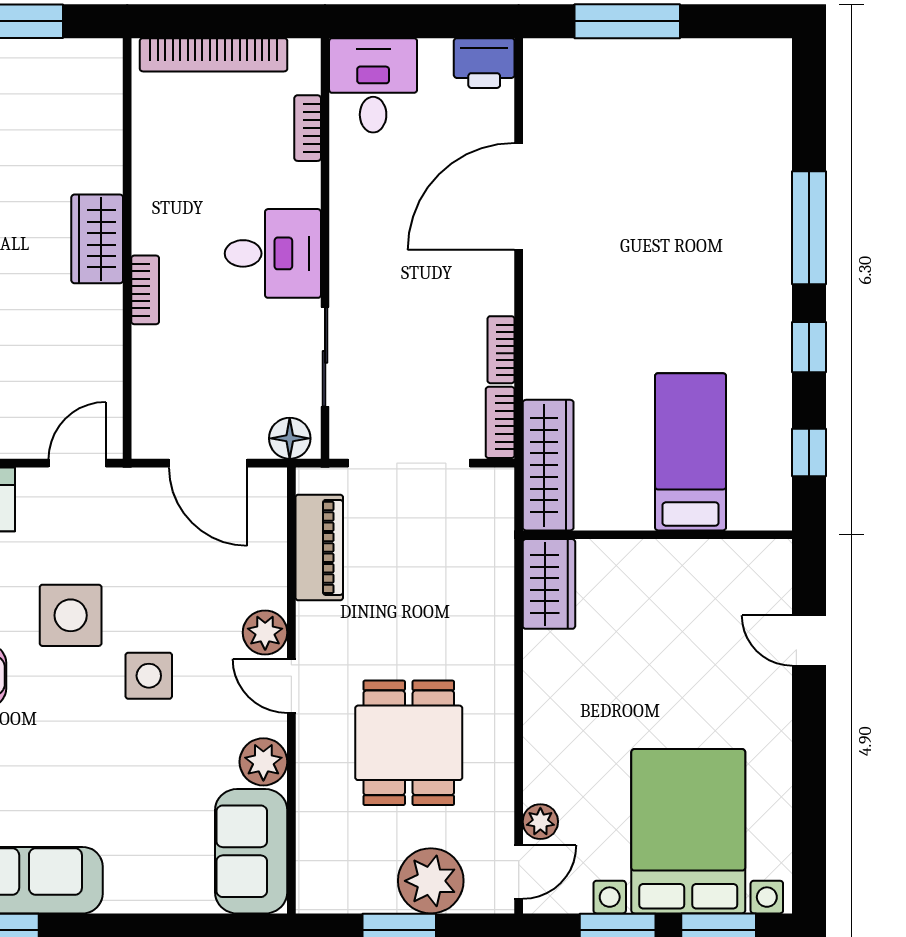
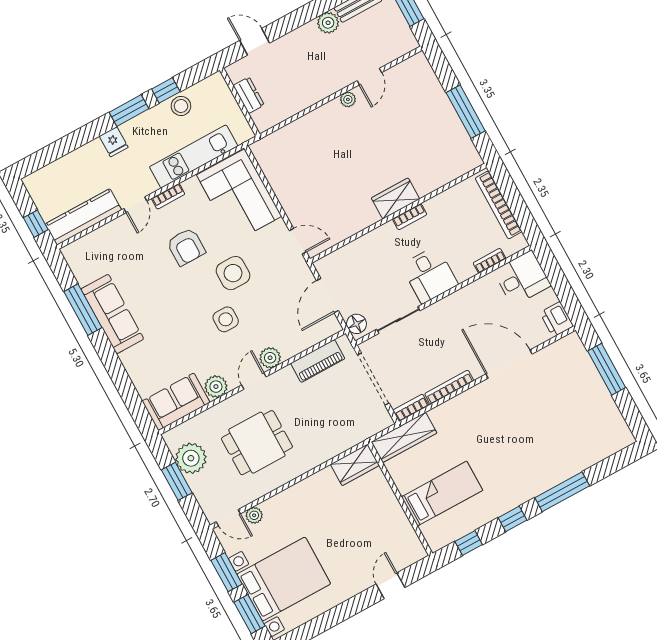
bookcase: (145, 290) -> (410, 217), moved
bookcase: (501, 350) -> (449, 387), width x1.56
plant: (431, 881) -> (191, 458), moved

